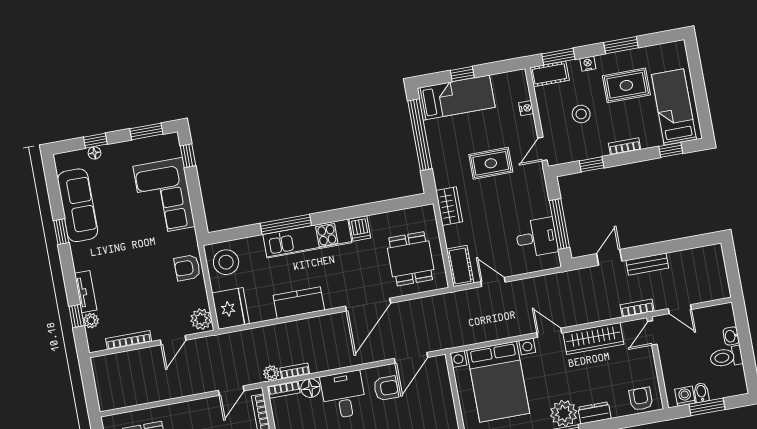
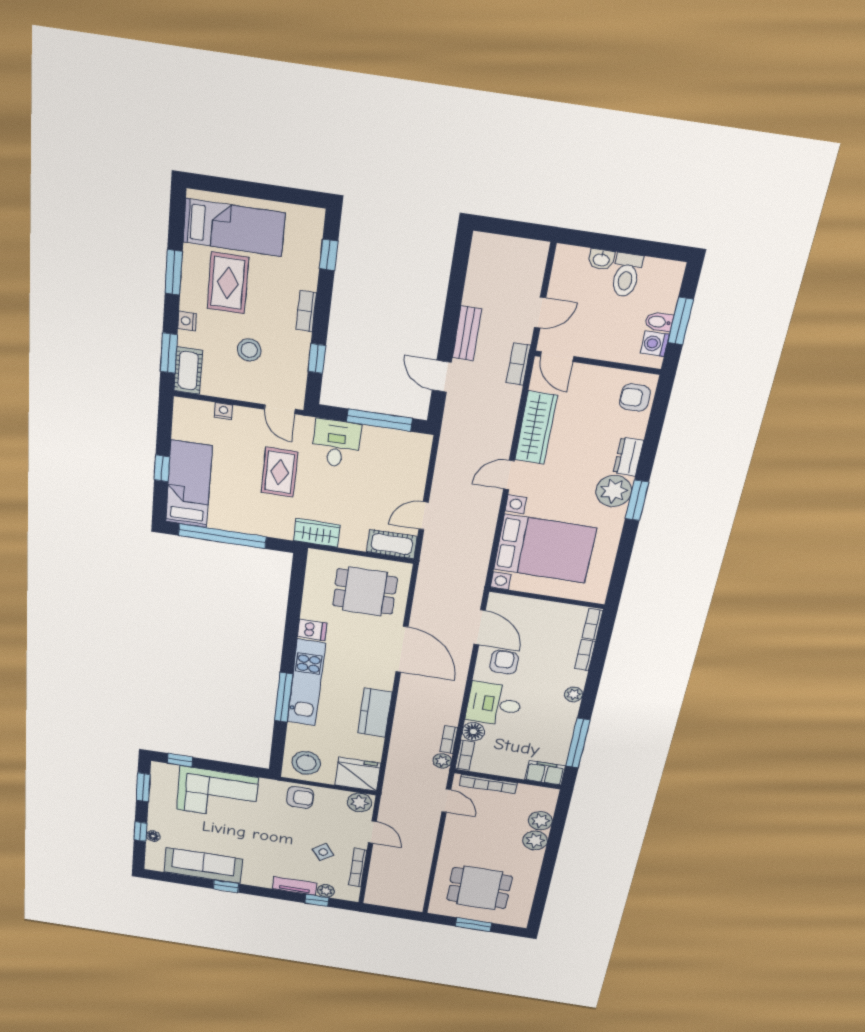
bed: (674, 107) -> (234, 228), moved, turned 180
desk: (537, 238) -> (336, 444), moved
armchair: (187, 268) -> (300, 797), turned -90
side table: (134, 305) -> (323, 852), added

